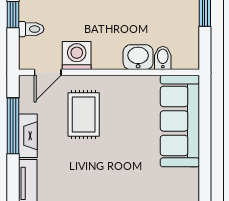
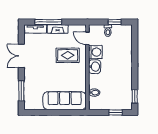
washbasin: (138, 57) -> (95, 67), moved
window: (13, 126) -> (48, 22), moved

